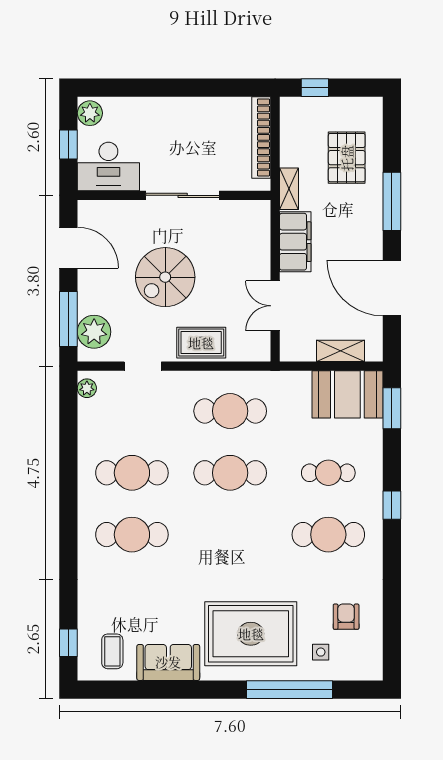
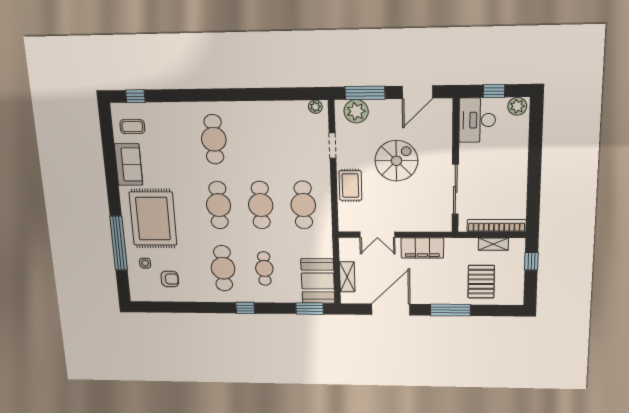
pallet: (347, 158) -> (481, 282), turned 90
shelving: (289, 189) -> (493, 244), moved
sliding door: (183, 195) -> (455, 189), moved
spiral stairs: (165, 277) -> (396, 161), turned 90
double door: (275, 306) -> (377, 235), swing flipped
cafe table: (132, 473) -> (219, 205), moved

